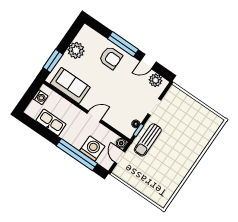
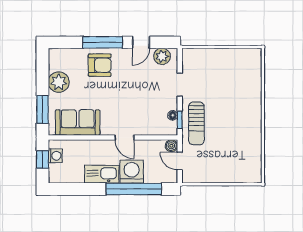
window: (30, 94) -> (42, 159), added
door: (94, 117) -> (124, 137), swing flipped
kitchen sink: (51, 122) -> (102, 174), moved
washing machine: (92, 148) -> (132, 172), moved

